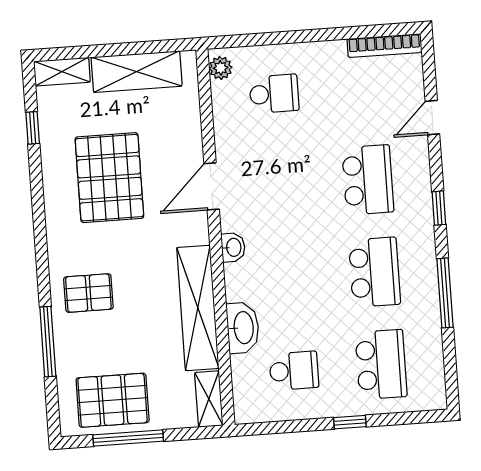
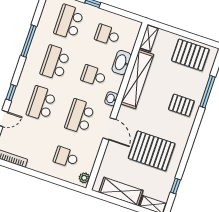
pallet: (109, 178) -> (152, 151), turned 90
door: (212, 186) -> (109, 129), hinge flipped
school desk: (281, 186) -> (80, 116), added
window: (439, 208) -> (11, 93), moved
school desk: (287, 278) -> (94, 76), added
window: (128, 438) -> (191, 36), removed

